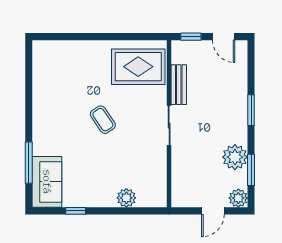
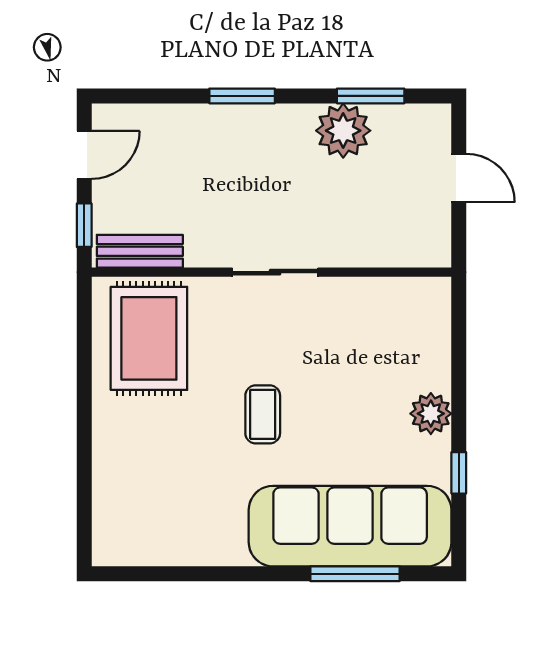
bench: (179, 85) -> (140, 251), moved
coffee table: (103, 120) -> (263, 414), turned -56
sofa: (47, 182) -> (350, 526), width x1.85, depth x1.27
plant: (126, 198) -> (431, 414), moved
plant: (238, 198) -> (431, 123), removed

